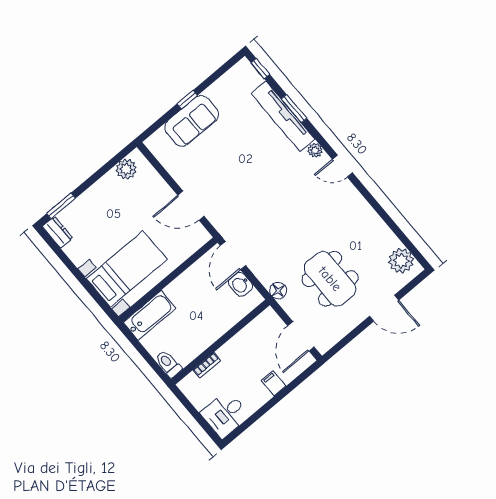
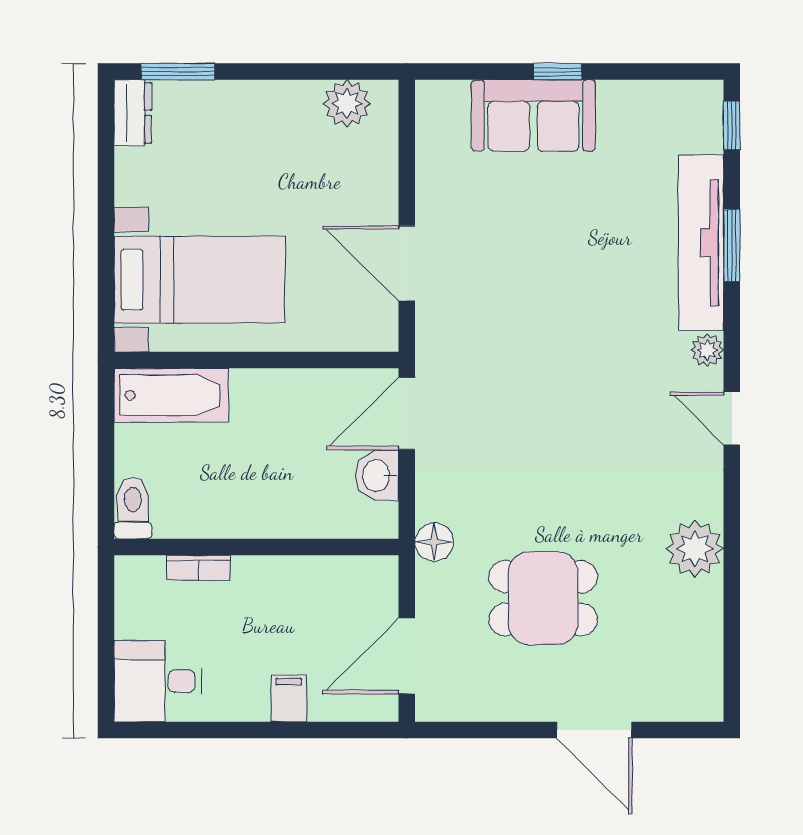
plant: (401, 261) -> (695, 549), moved
dining table: (330, 279) -> (543, 598), width x0.73

